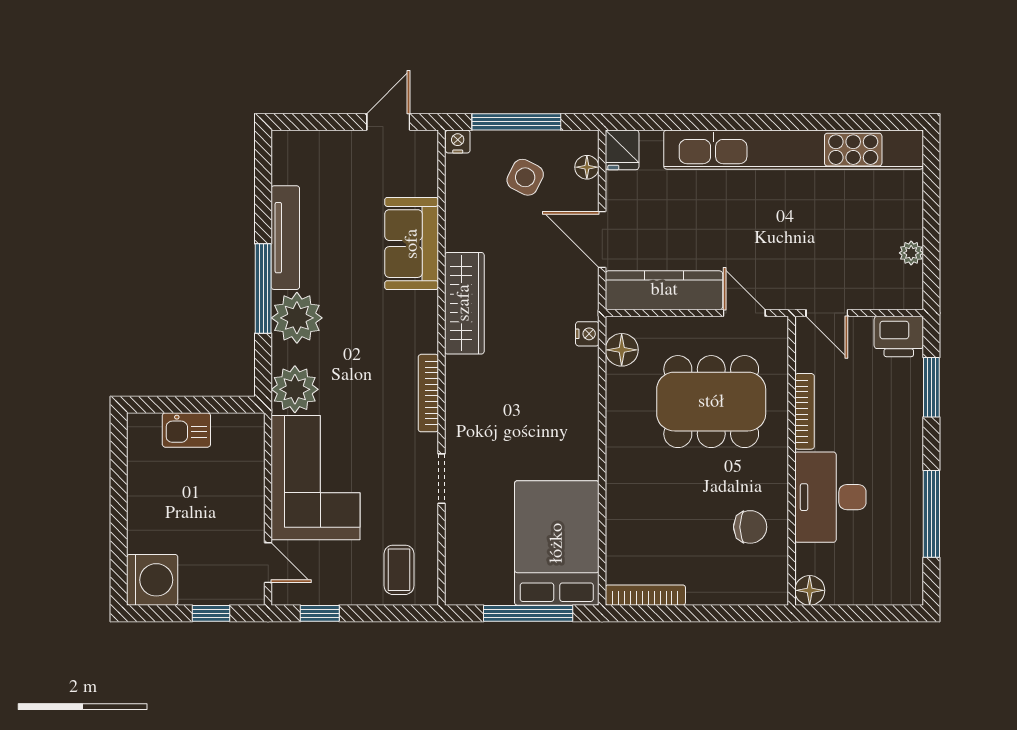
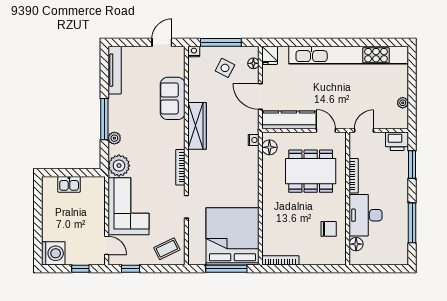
tv unit: (285, 238) -> (115, 70), moved
door: (827, 313) -> (364, 130), swing flipped
plant: (297, 318) -> (114, 138), width x0.53, depth x0.53
bed: (557, 543) -> (233, 236), width x1.36
coffee table: (399, 570) -> (167, 249), turned 64
floor lamp: (810, 590) -> (356, 244), moved

